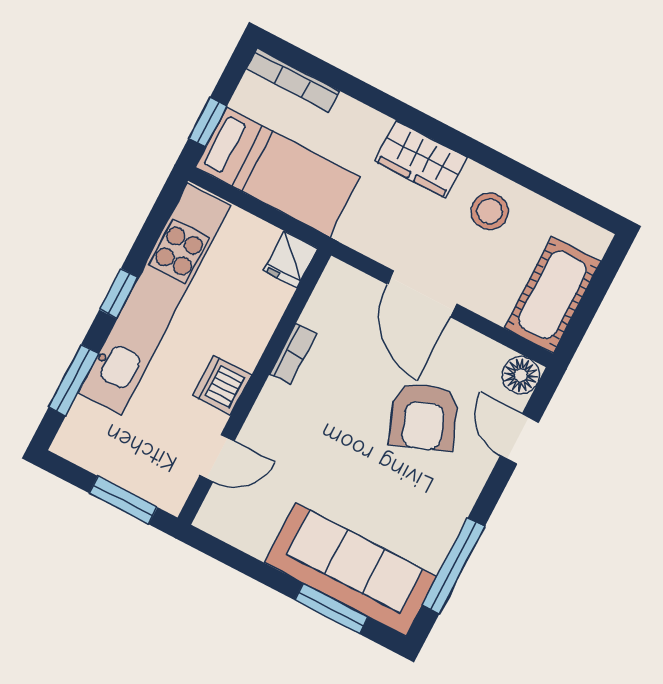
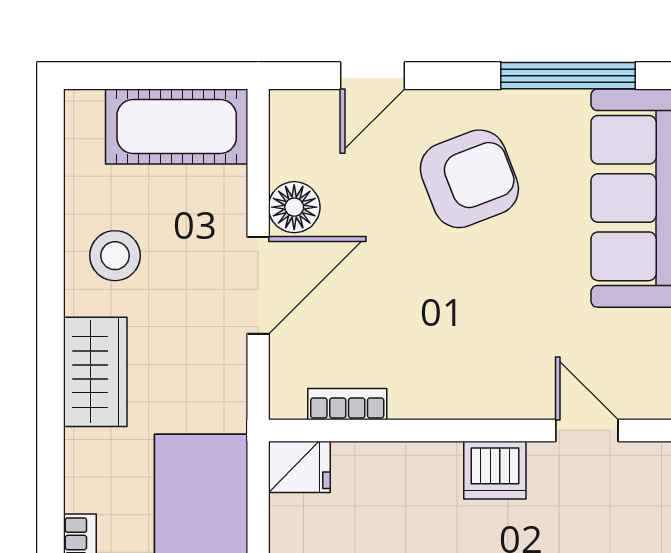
bookcase: (293, 354) -> (347, 404), moved
floor lamp: (521, 375) -> (294, 207), moved
armchair: (424, 417) -> (469, 179), moved

